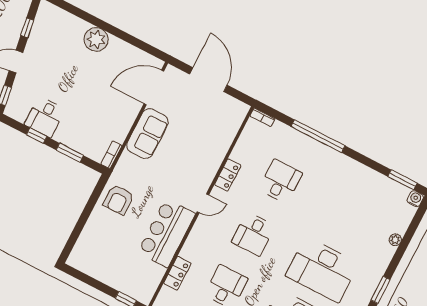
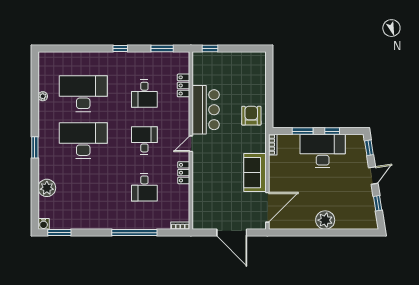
desk: (45, 117) -> (323, 151), width x1.87, depth x1.30
plant: (395, 240) -> (47, 188), width x1.88, depth x1.88

